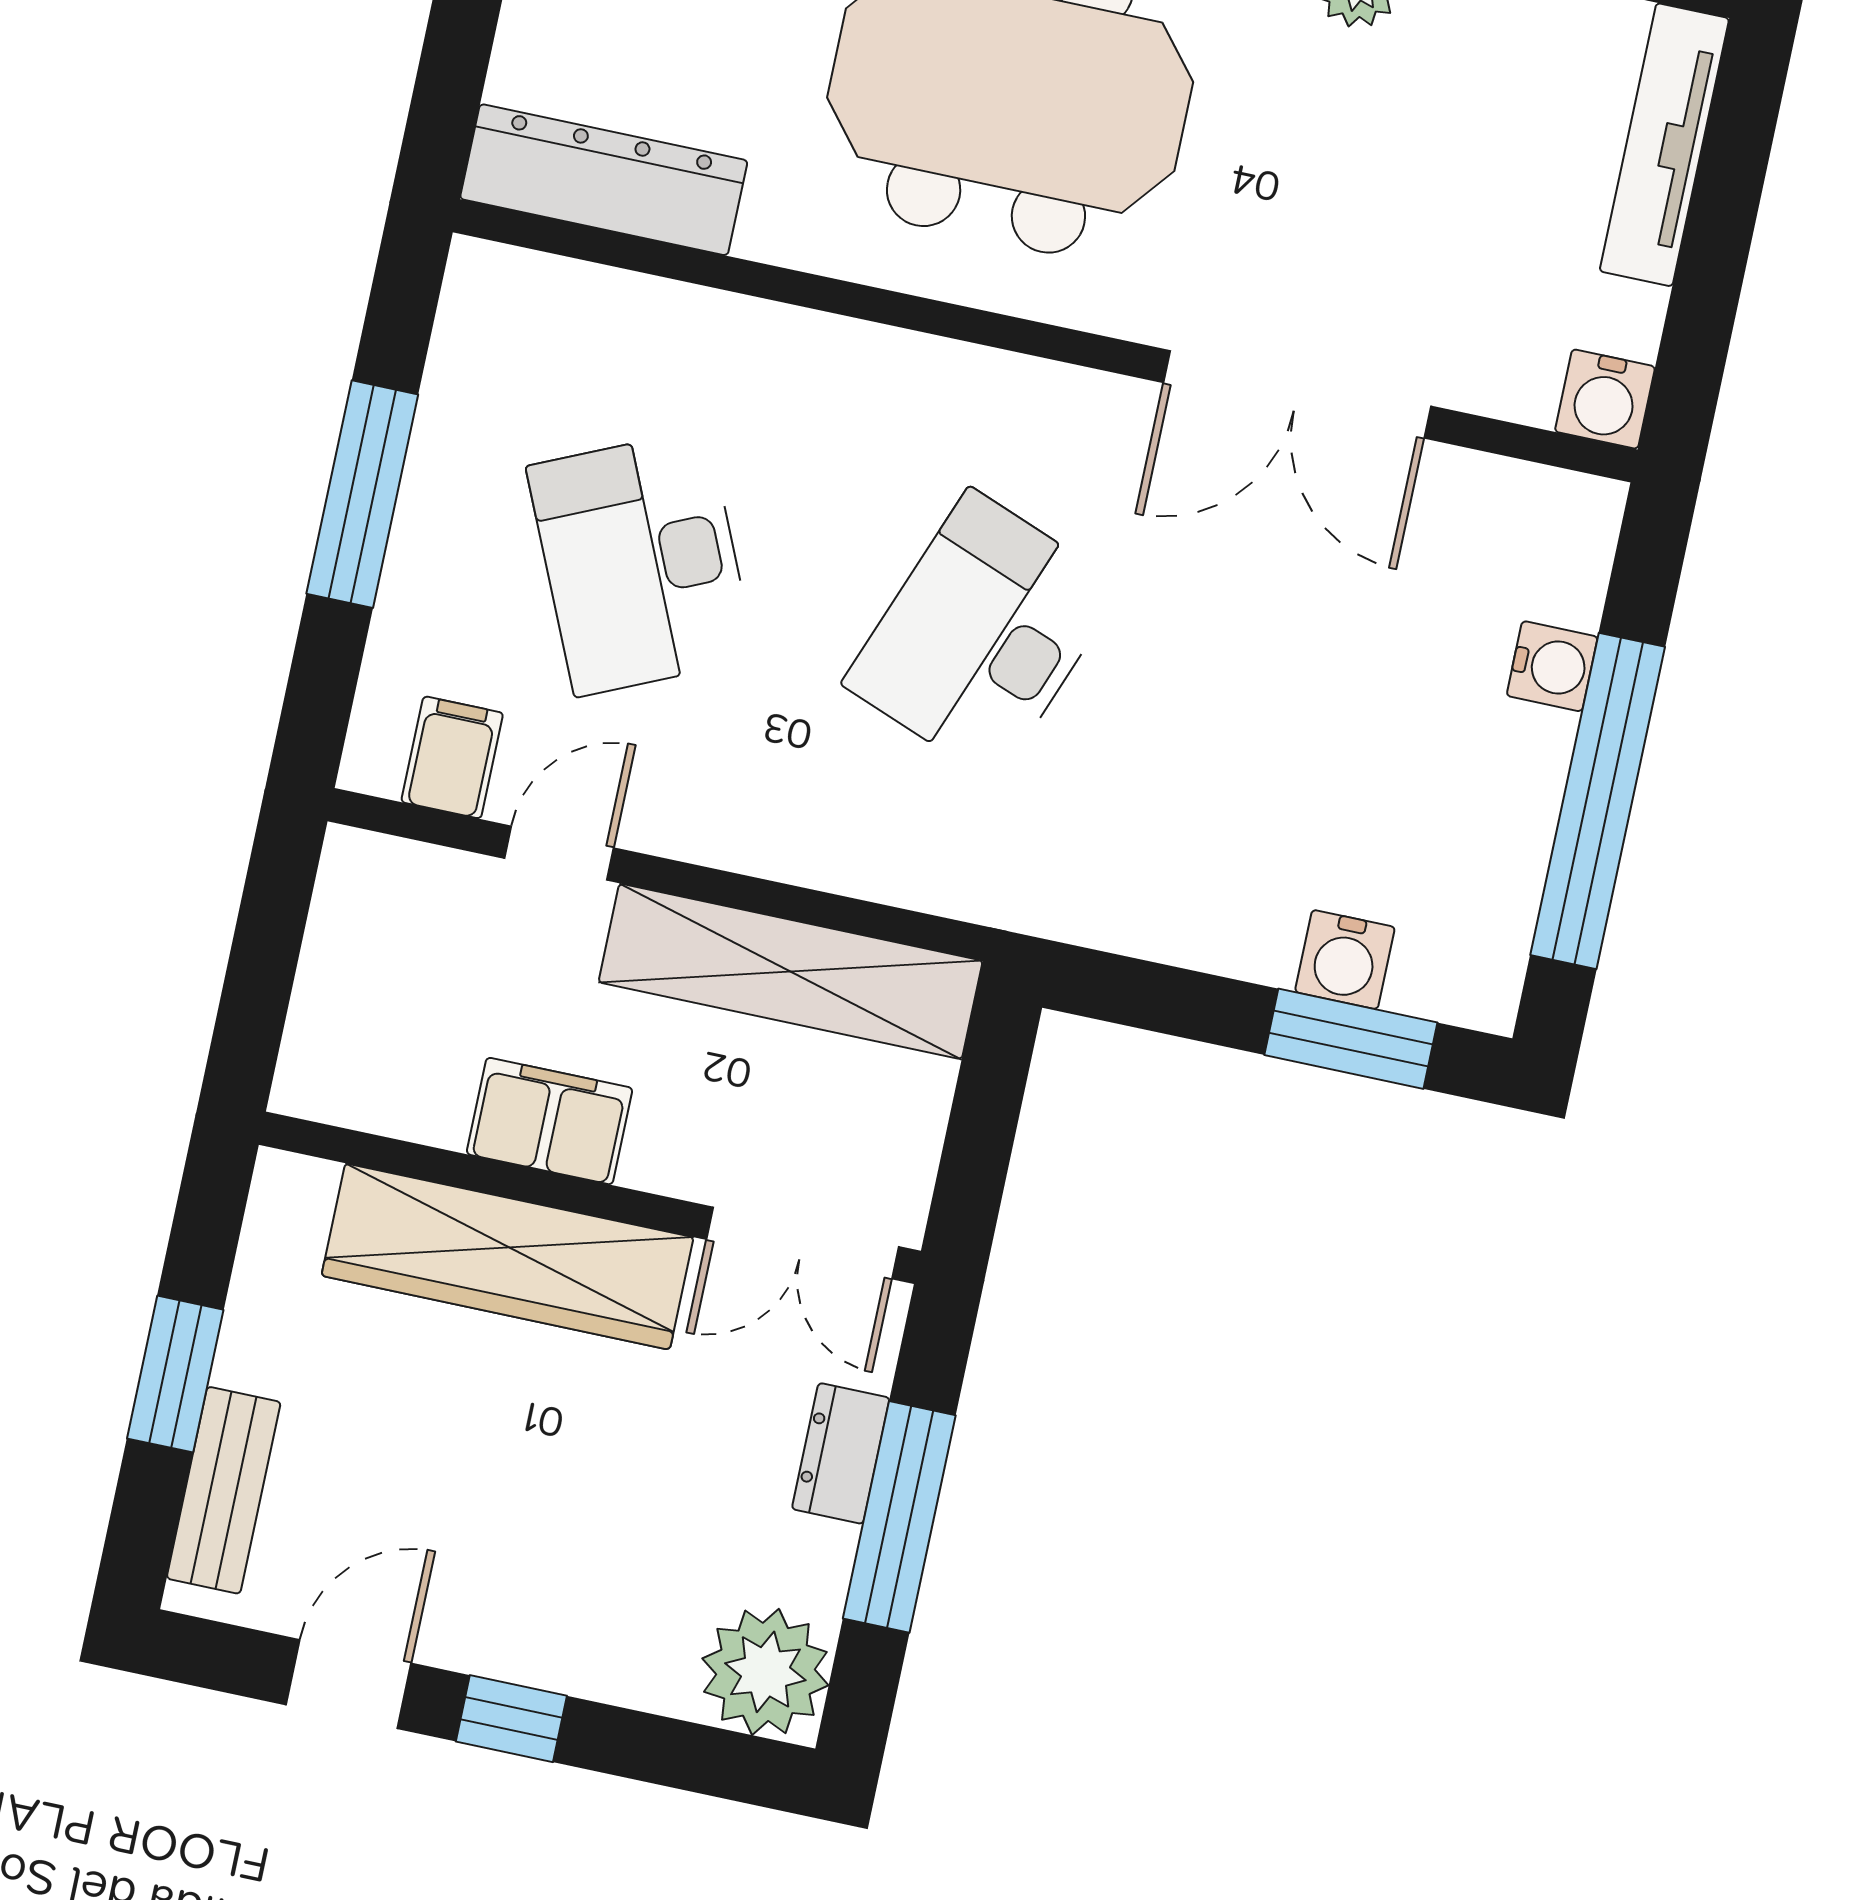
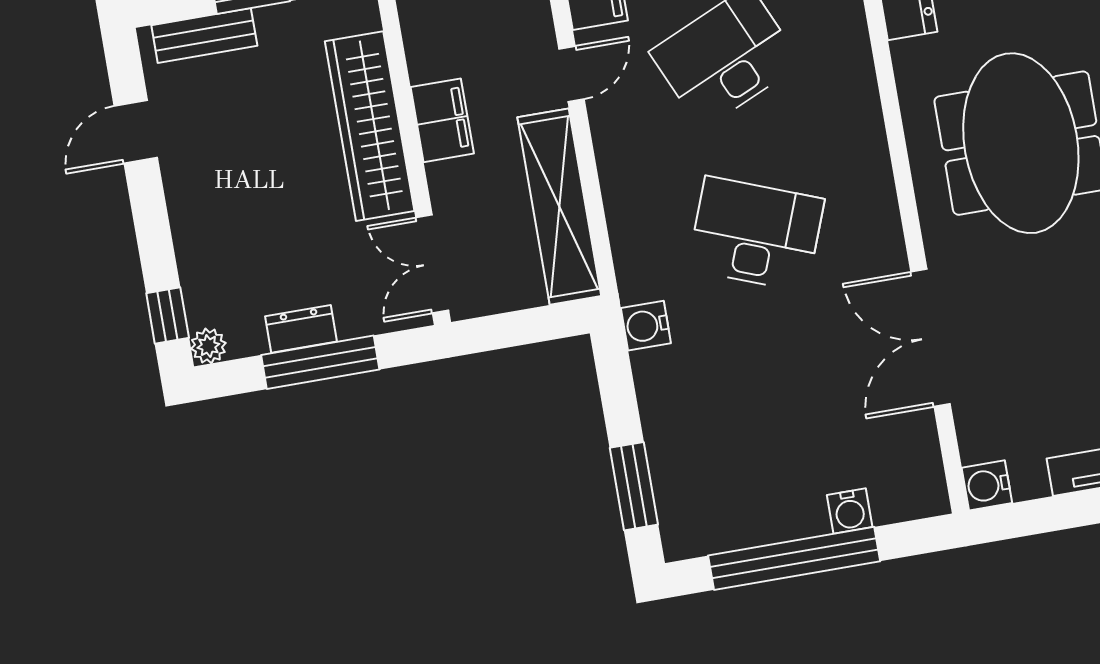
door: (559, 853) -> (572, 74), hinge flipped
water cooler: (1345, 960) -> (646, 326), moved
dresser: (841, 1453) -> (301, 329), moved
plant: (765, 1672) -> (208, 346), width x0.53, depth x0.53
door: (349, 1684) -> (136, 132), swing flipped
window: (511, 1719) -> (168, 315), moved

